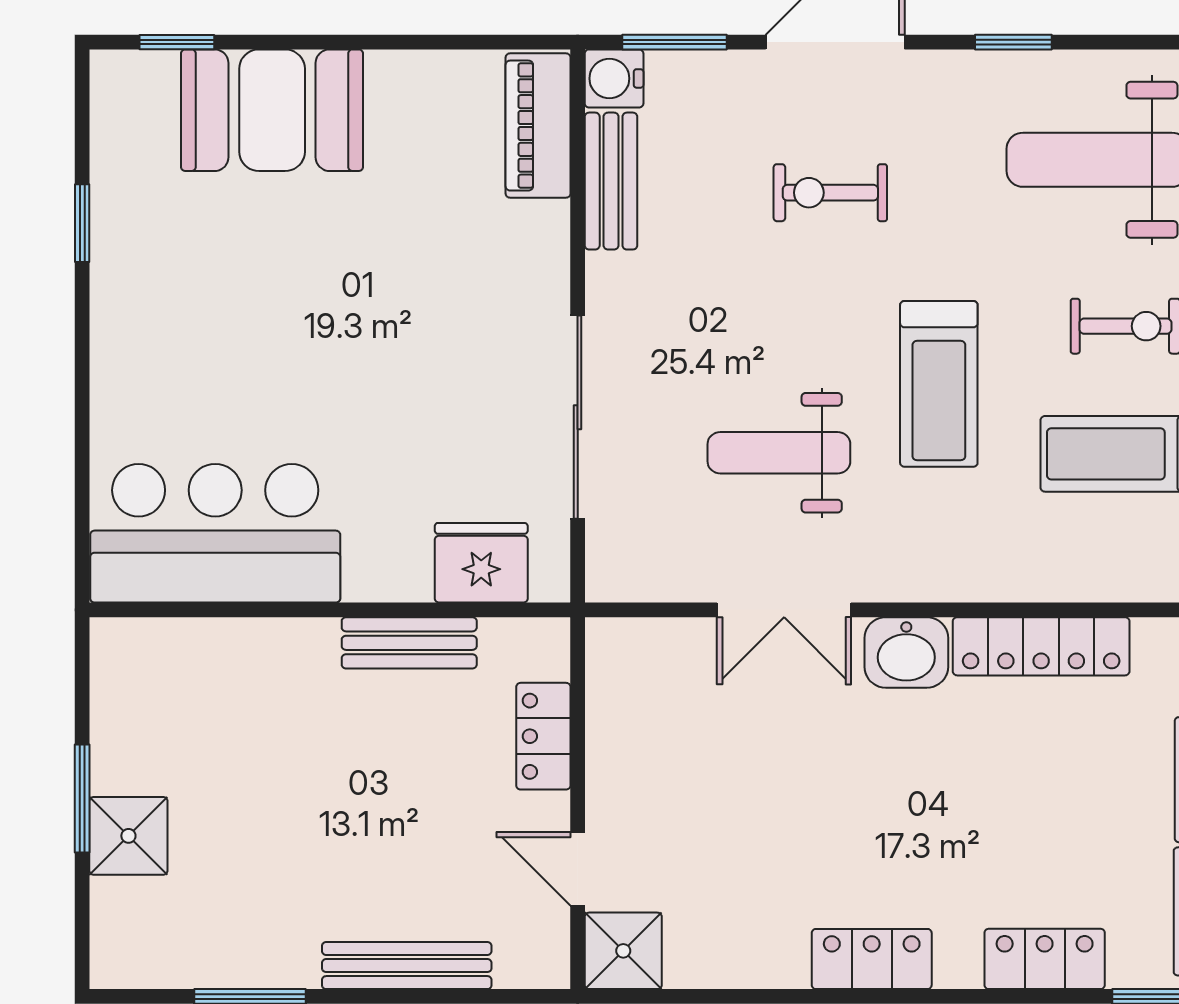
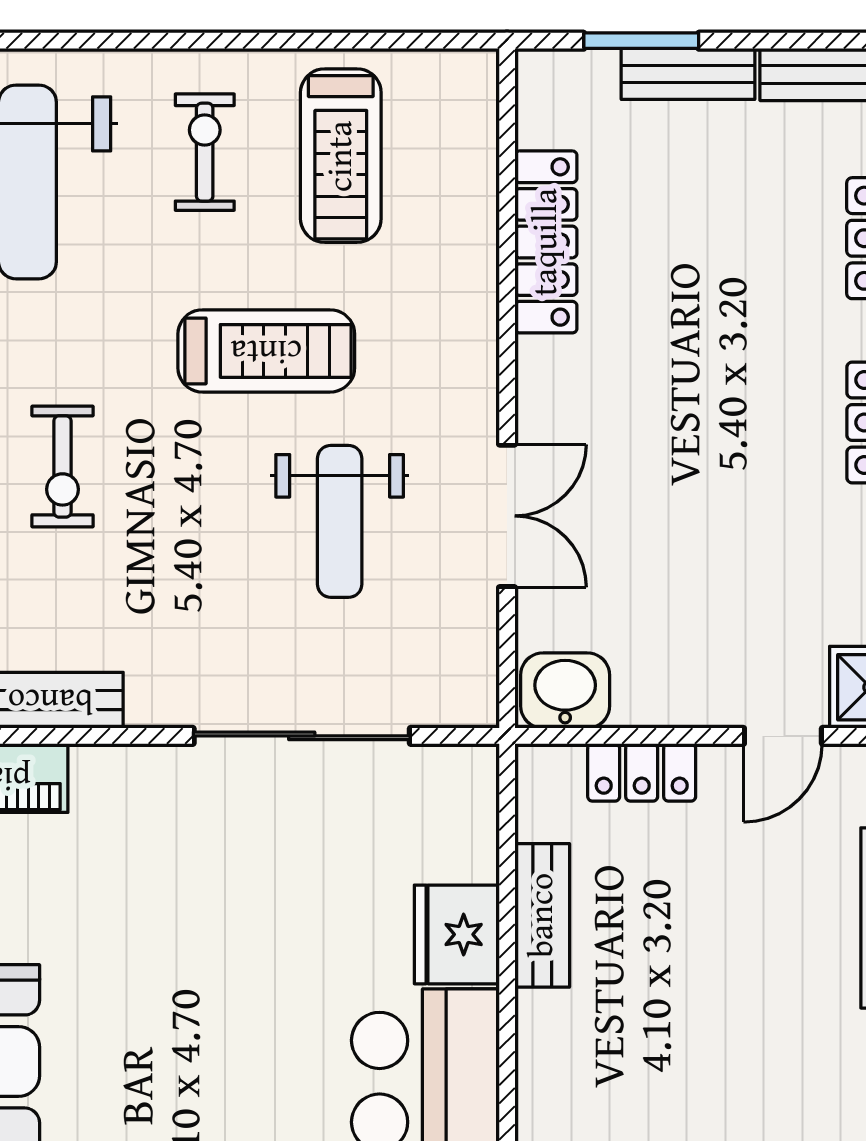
fridge: (481, 563) -> (457, 934), moved
washbasin: (906, 652) -> (565, 690), moved, turned -90

